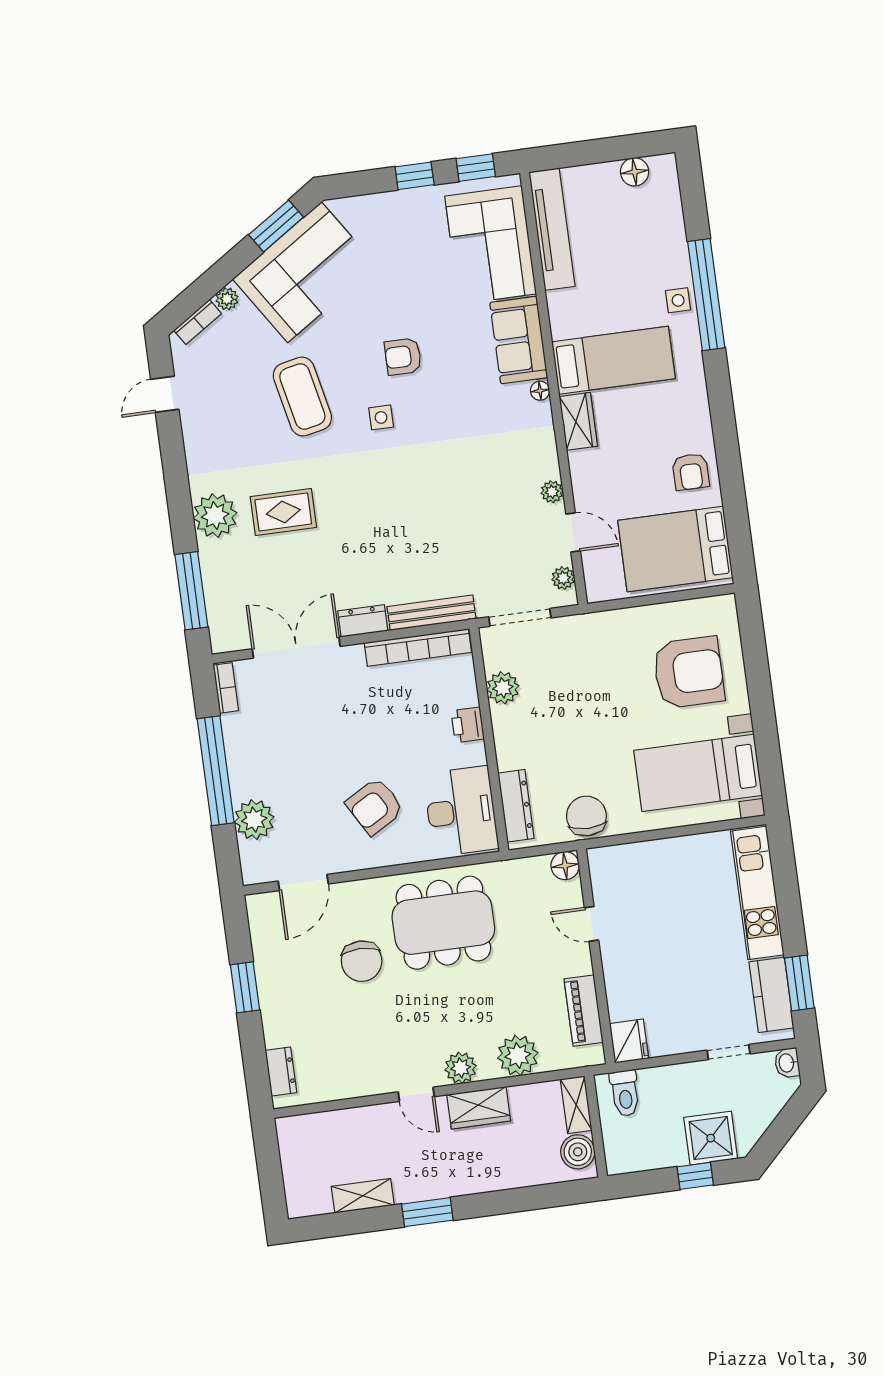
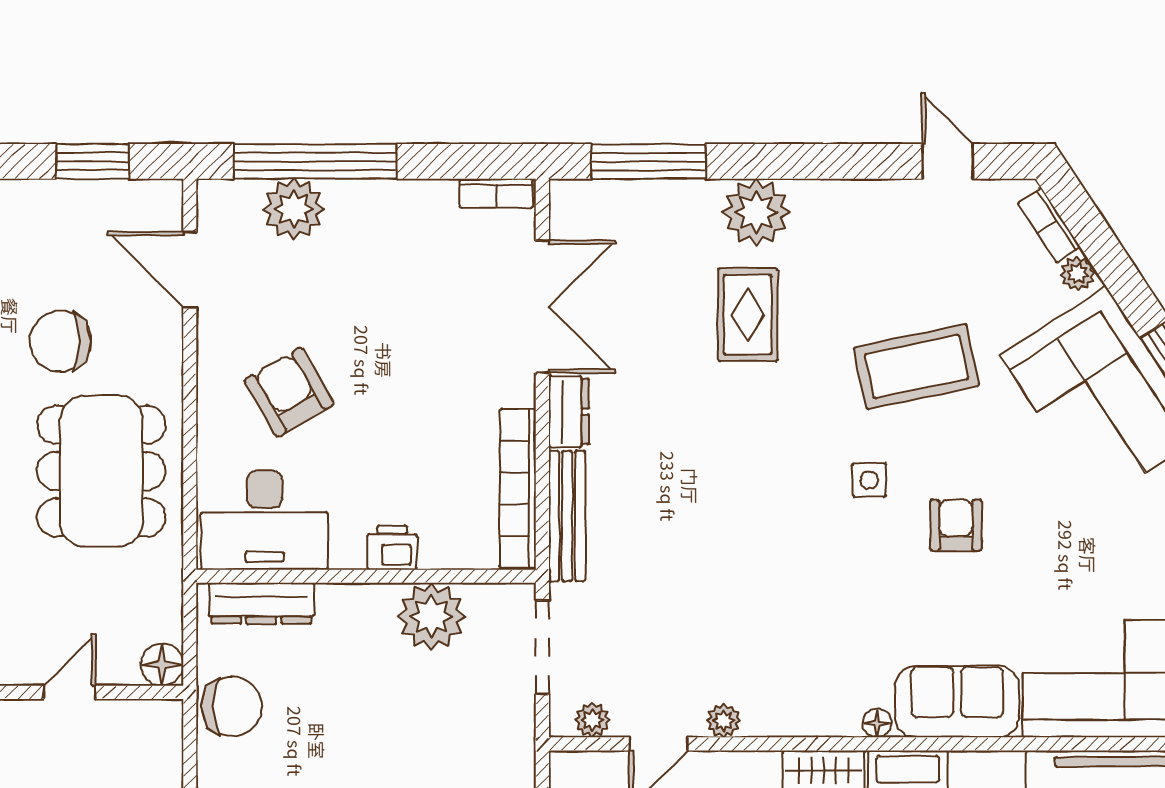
plant: (503, 688) -> (431, 616), width x1.36, depth x1.36
window: (216, 771) -> (315, 161), moved
window: (245, 987) -> (93, 161), moved

